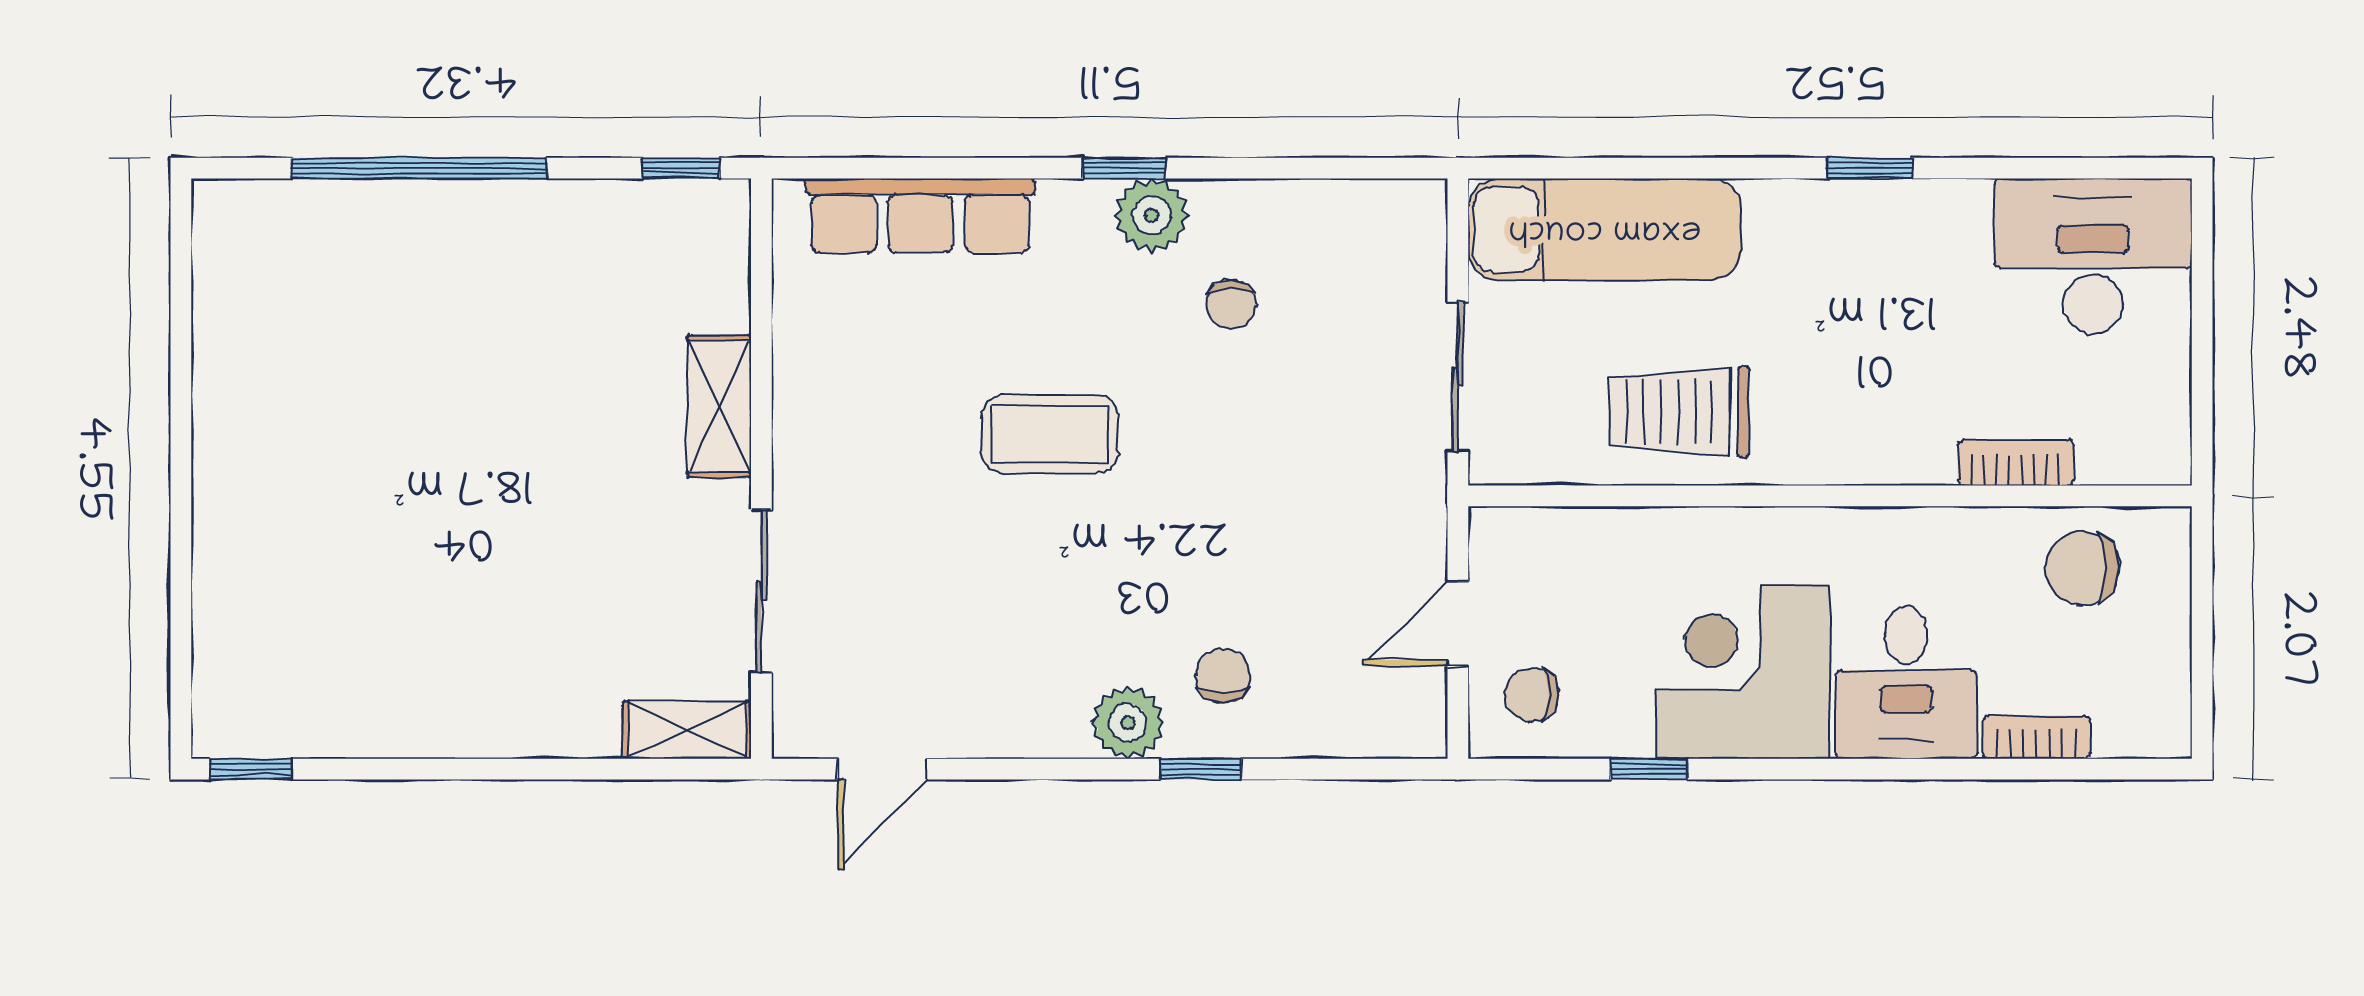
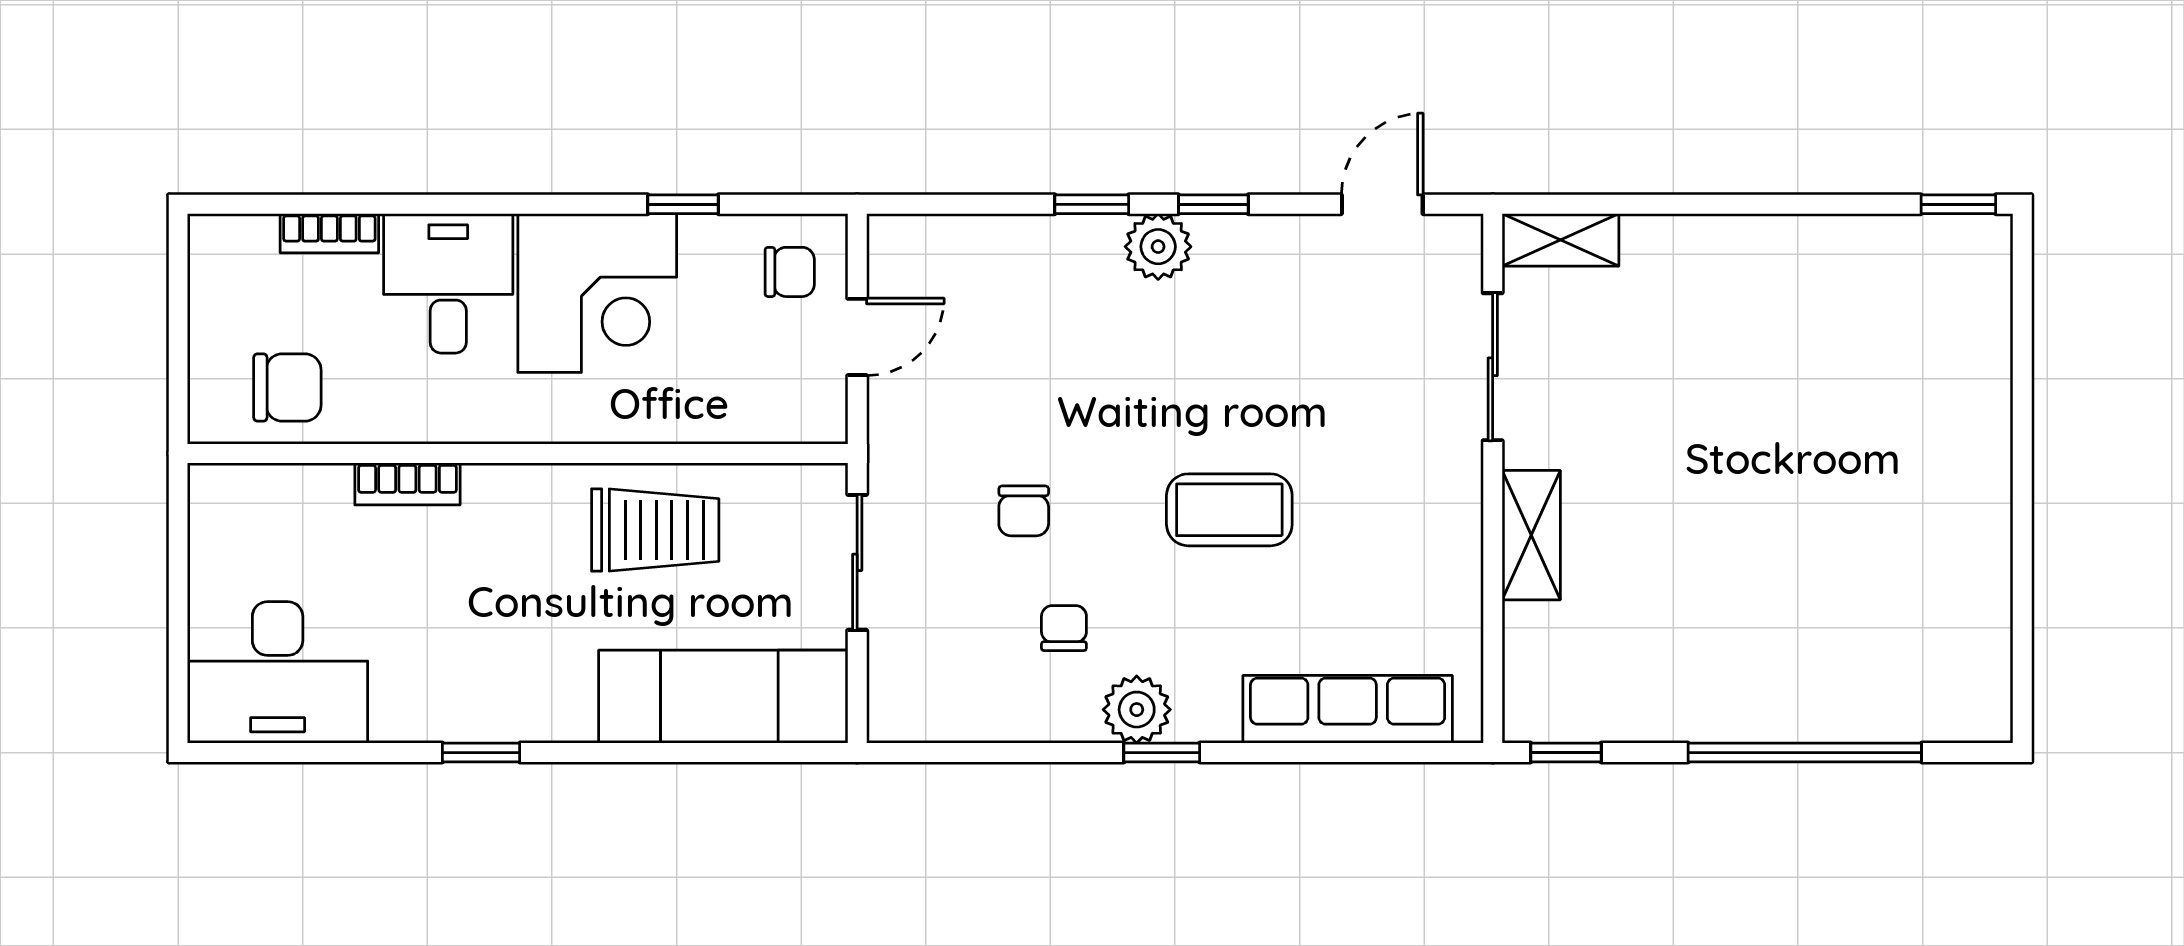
bookcase: (2016, 463) -> (407, 484), moved
chair: (1223, 676) -> (1024, 511), moved
window: (1068, 769) -> (1213, 204), added

